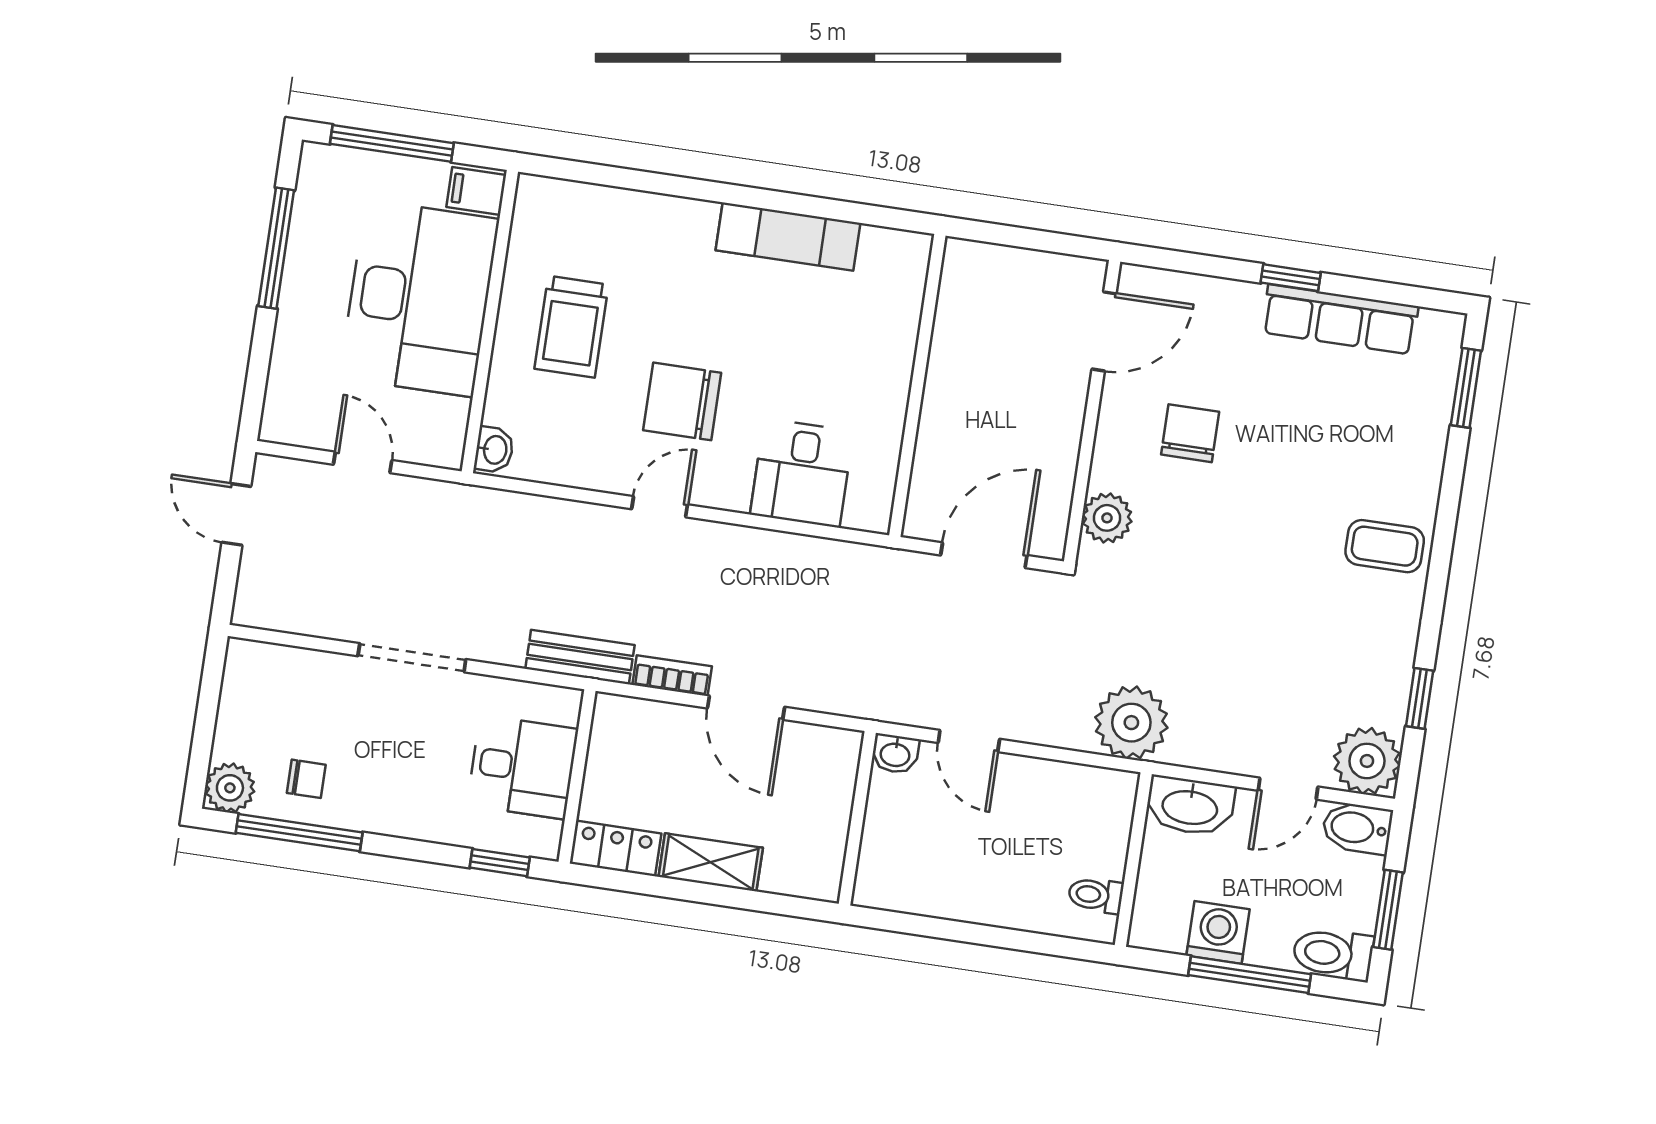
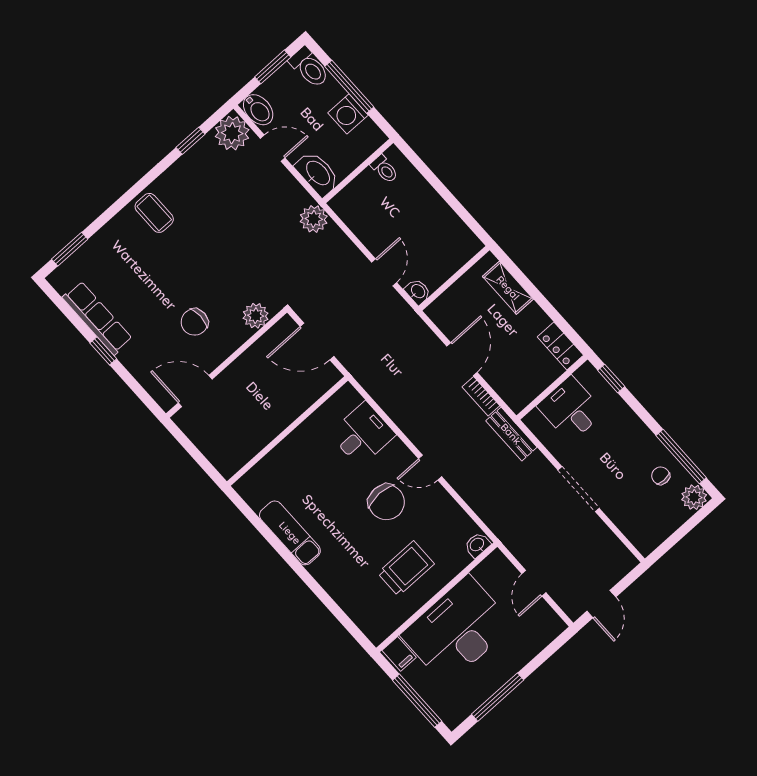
plant: (1131, 723) -> (314, 219), width x0.73, depth x0.73
shelving: (711, 862) -> (508, 288), moved

